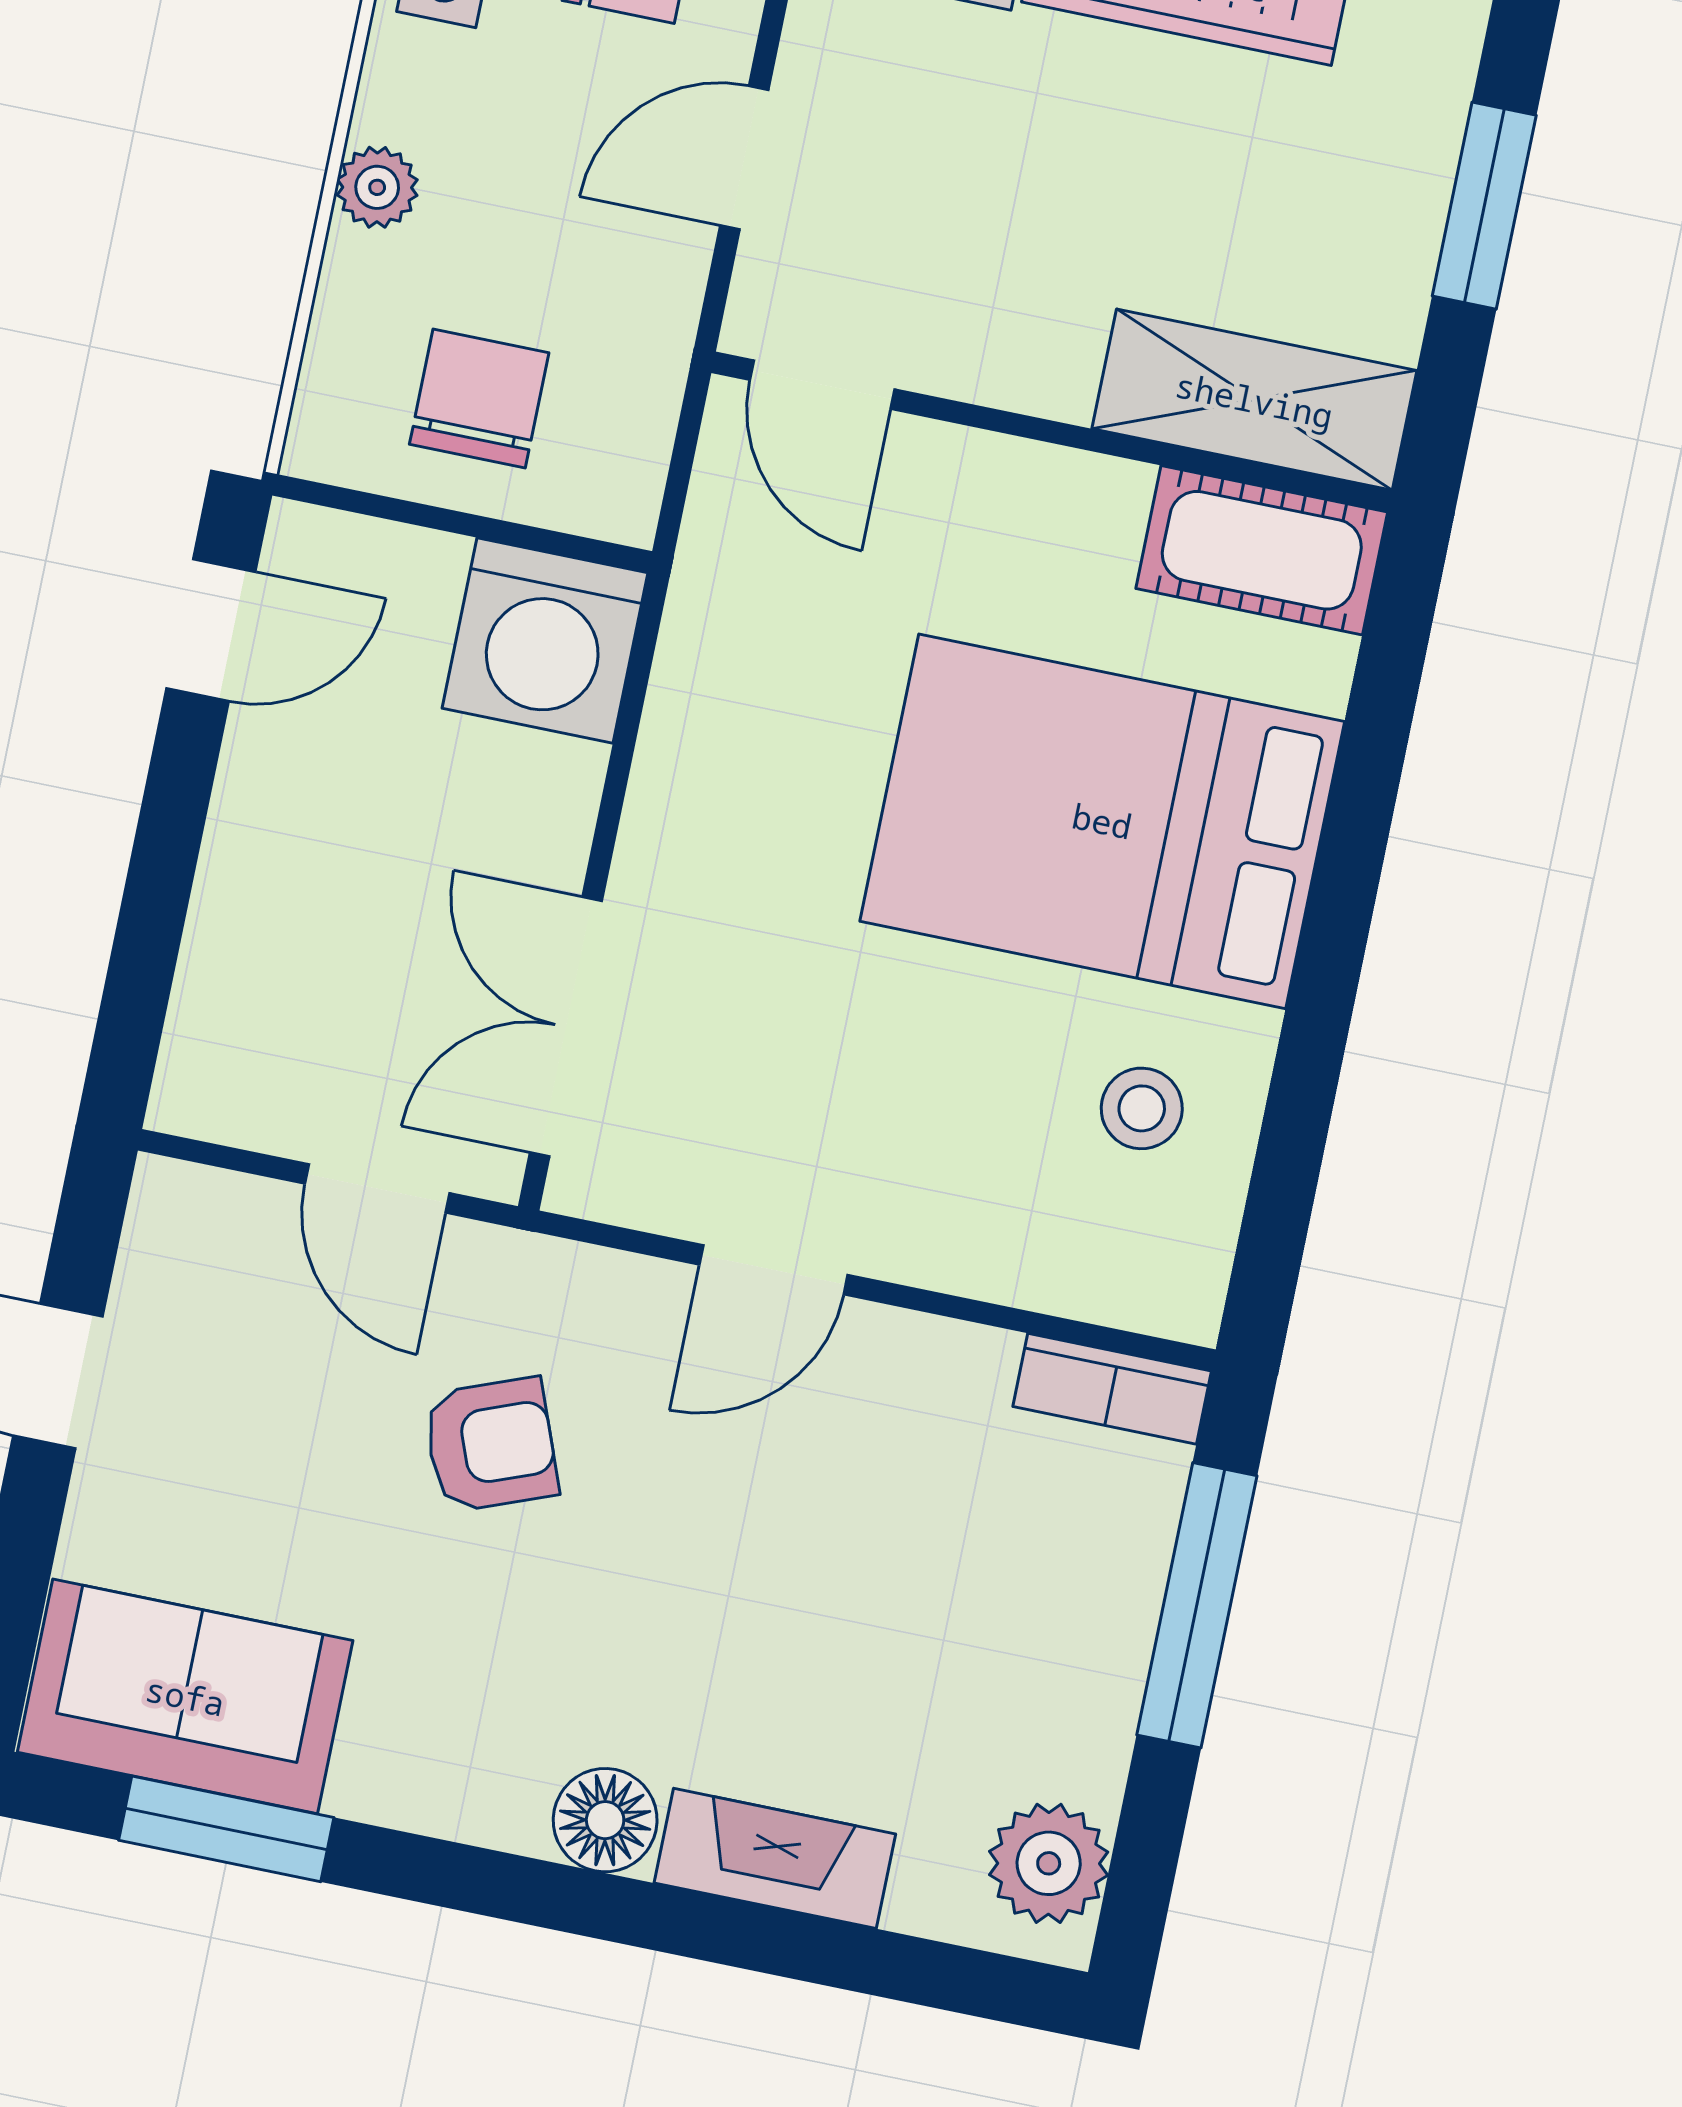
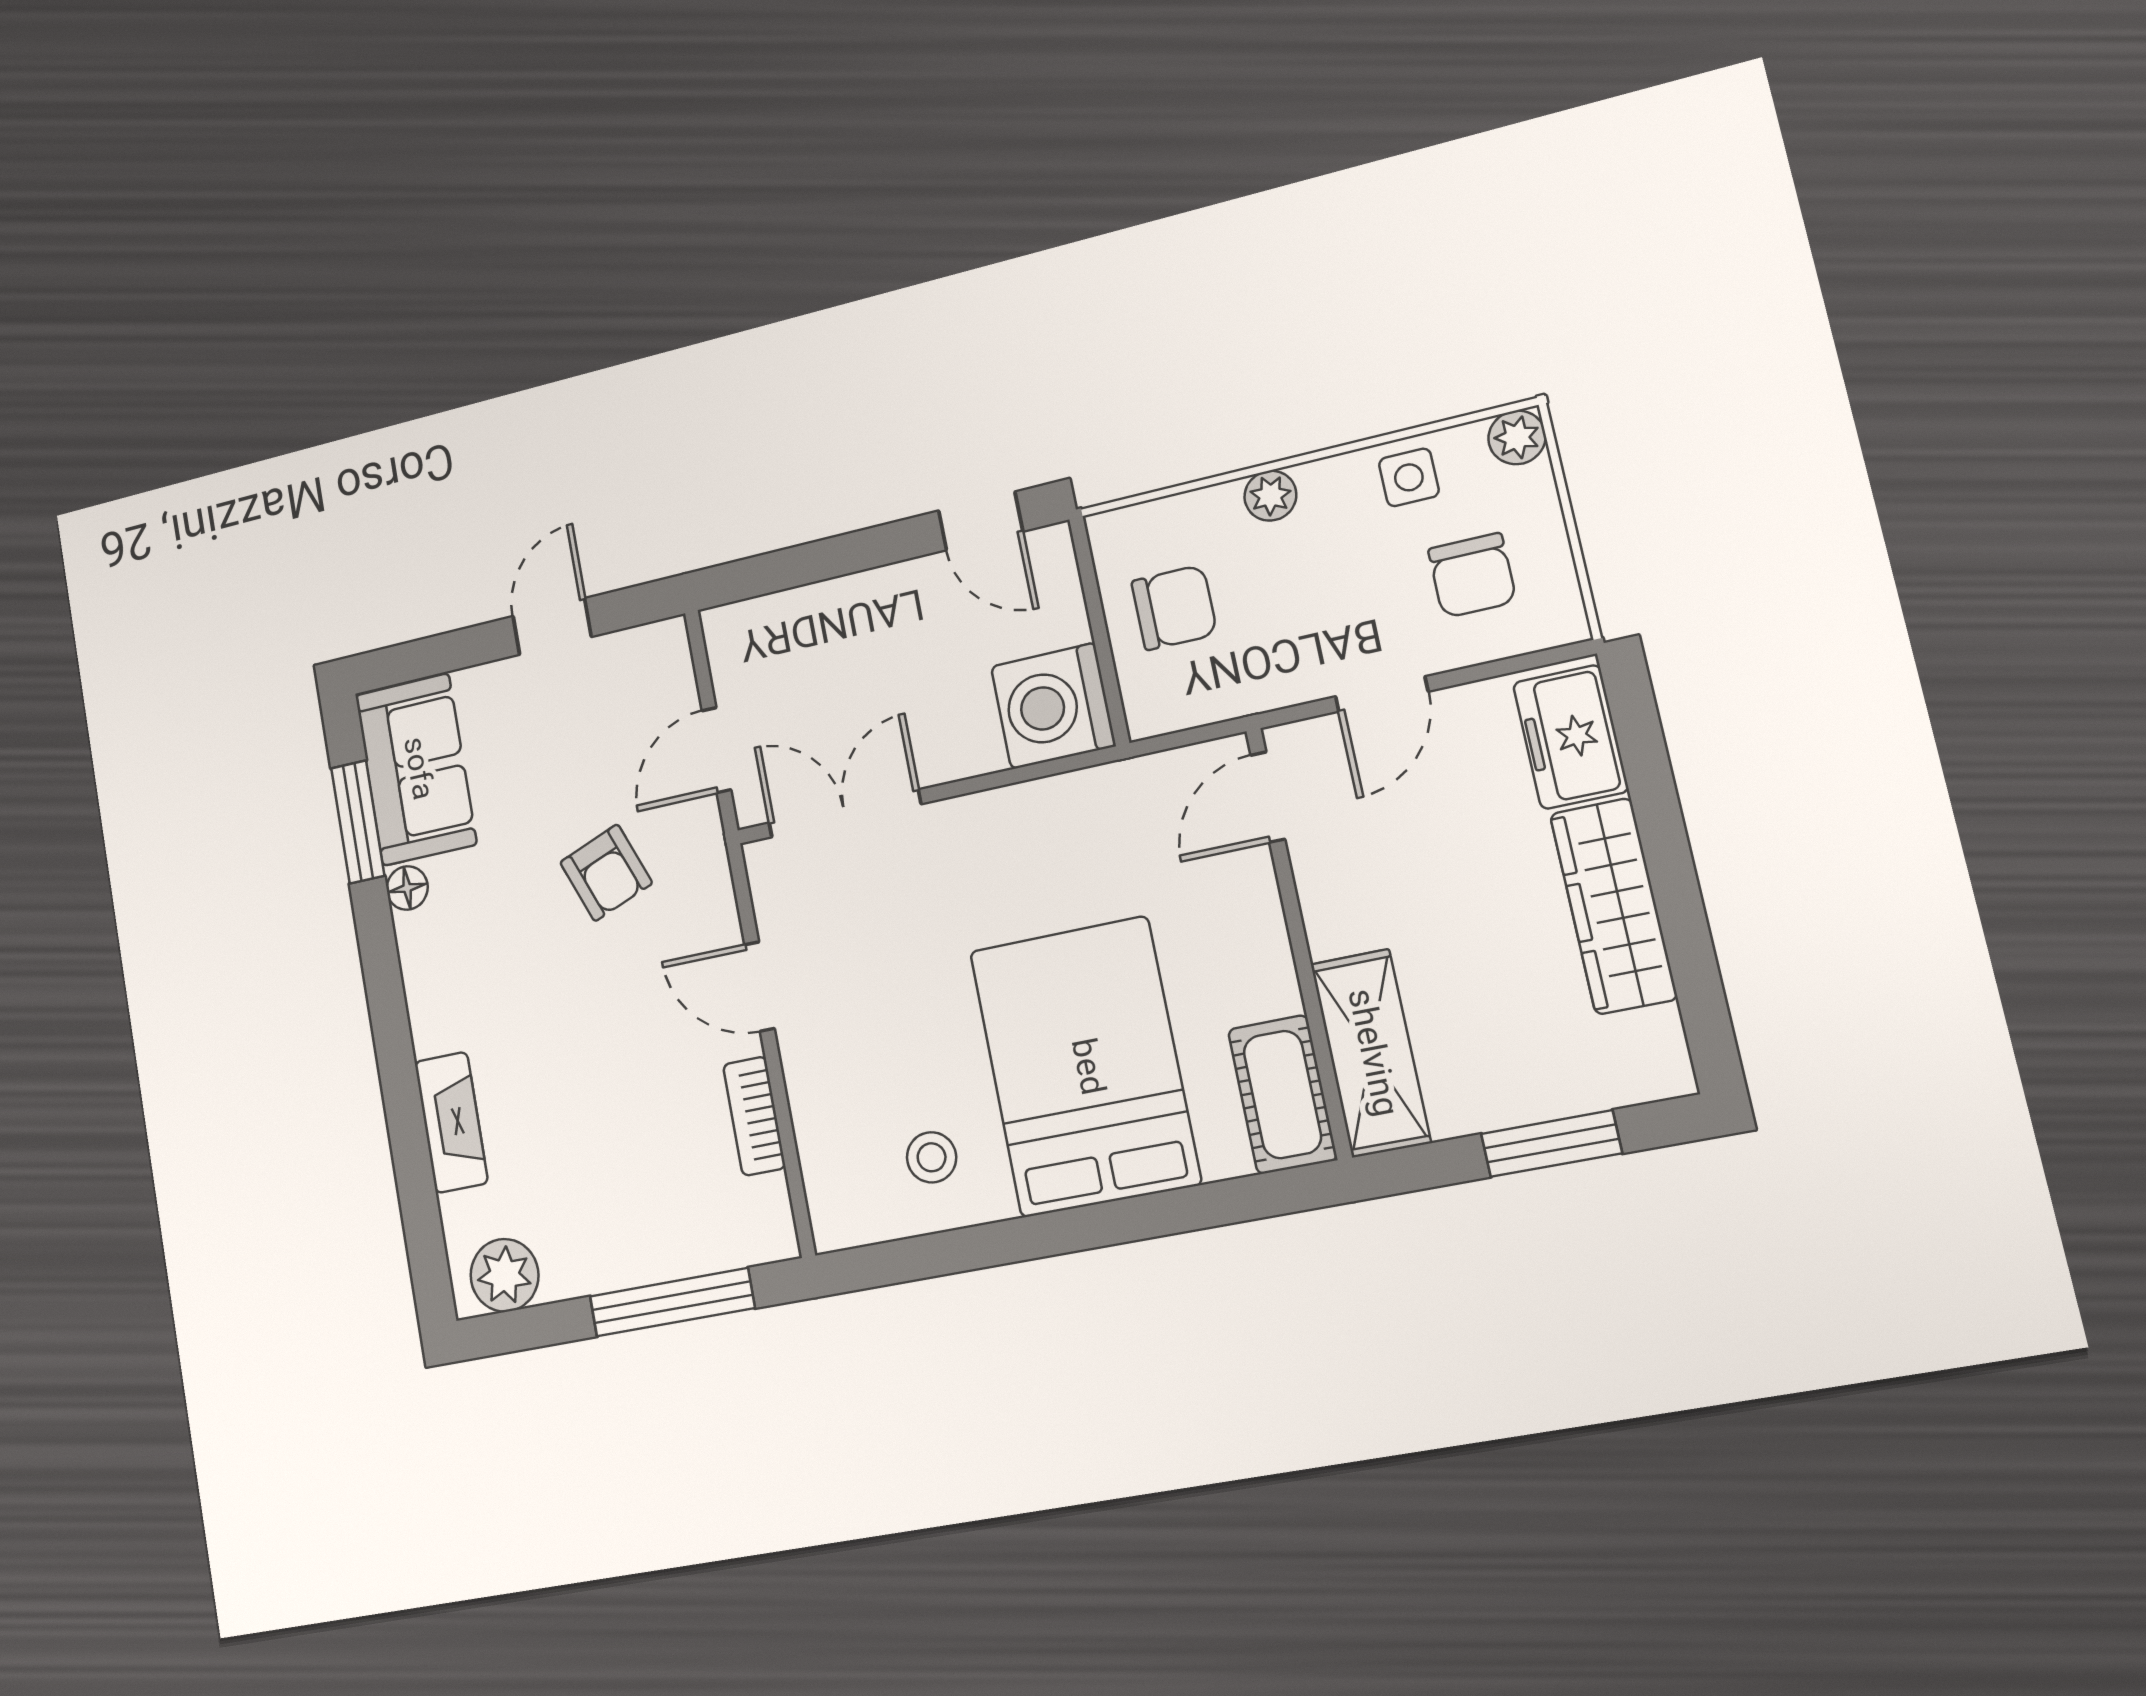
door: (744, 158) -> (1382, 694), swing flipped
bookcase: (1112, 1389) -> (754, 1116), moved
floor lamp: (605, 1820) -> (407, 888), moved, width x0.73, depth x0.73

